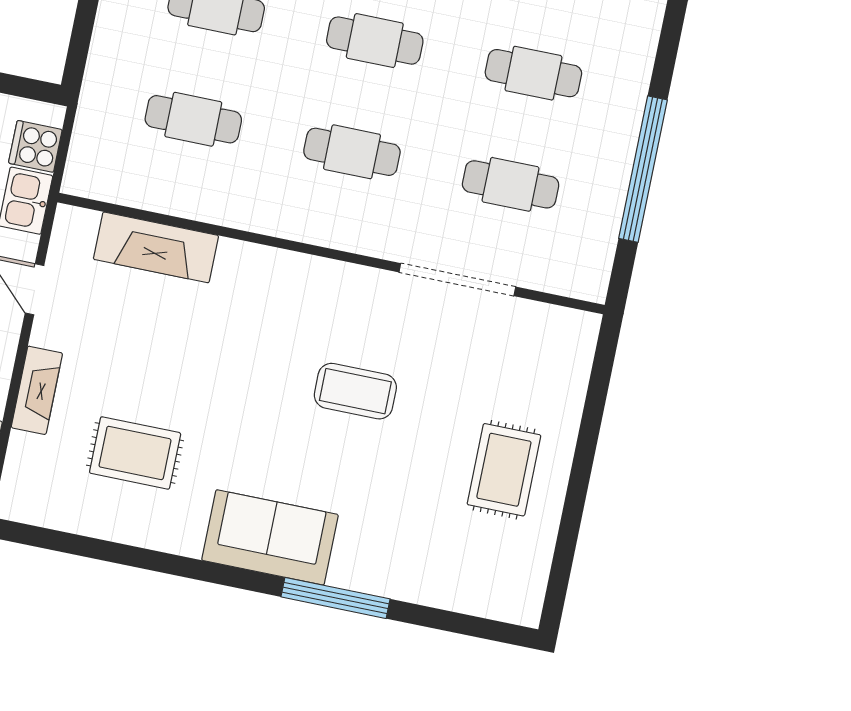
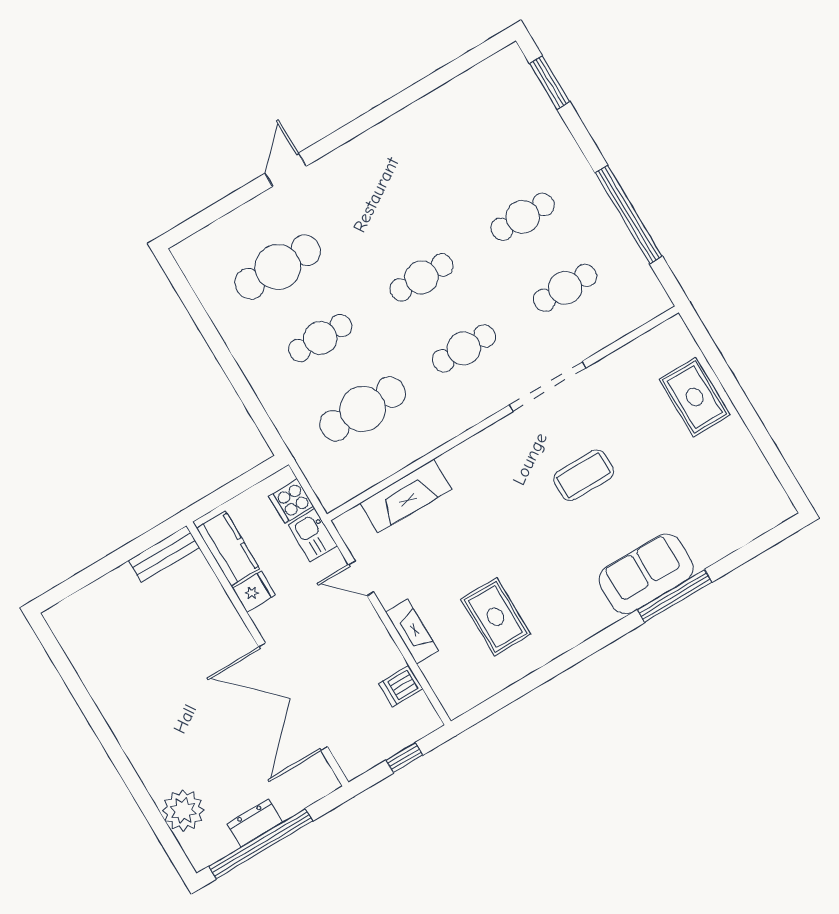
cafe table: (193, 119) -> (363, 409), width x1.37, depth x1.35
doorway: (457, 280) -> (548, 386), moved
rug: (135, 453) -> (496, 617), turned 90
rug: (504, 470) -> (695, 397), moved
sofa: (270, 537) -> (646, 574), moved

